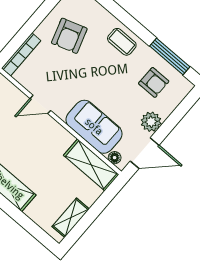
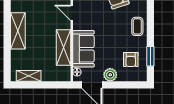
window: (170, 56) -> (150, 56), width x0.69
shelving: (91, 165) -> (63, 47), moved

